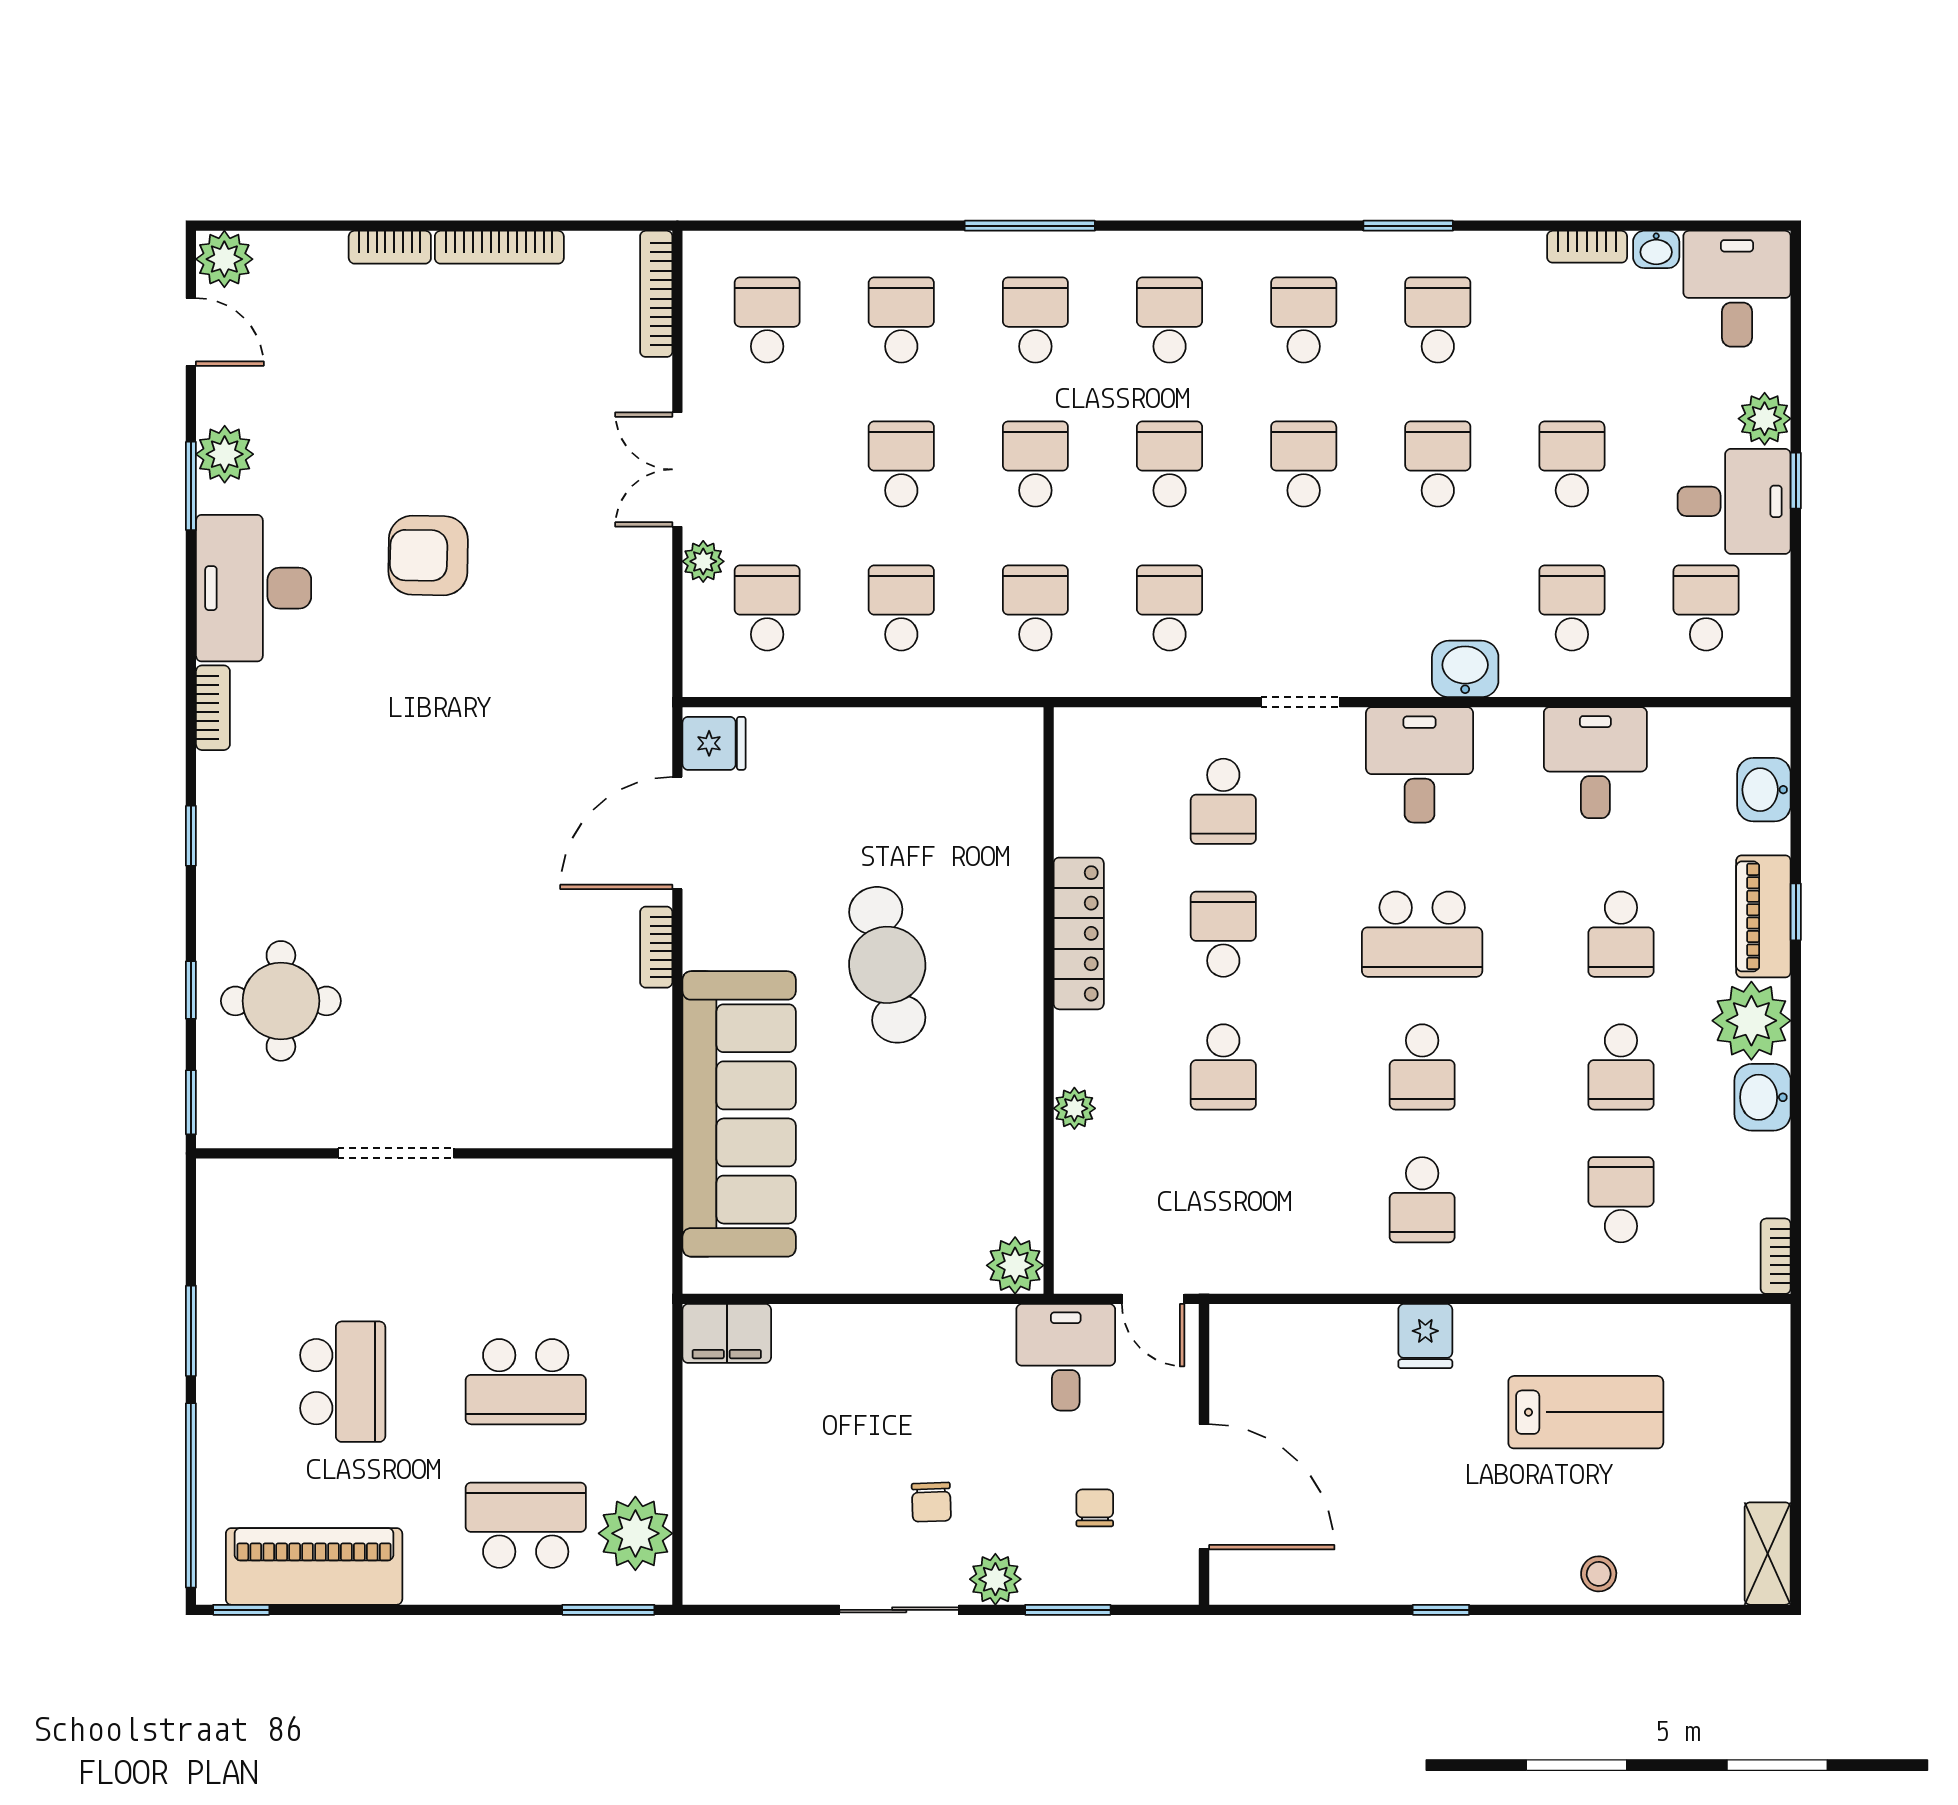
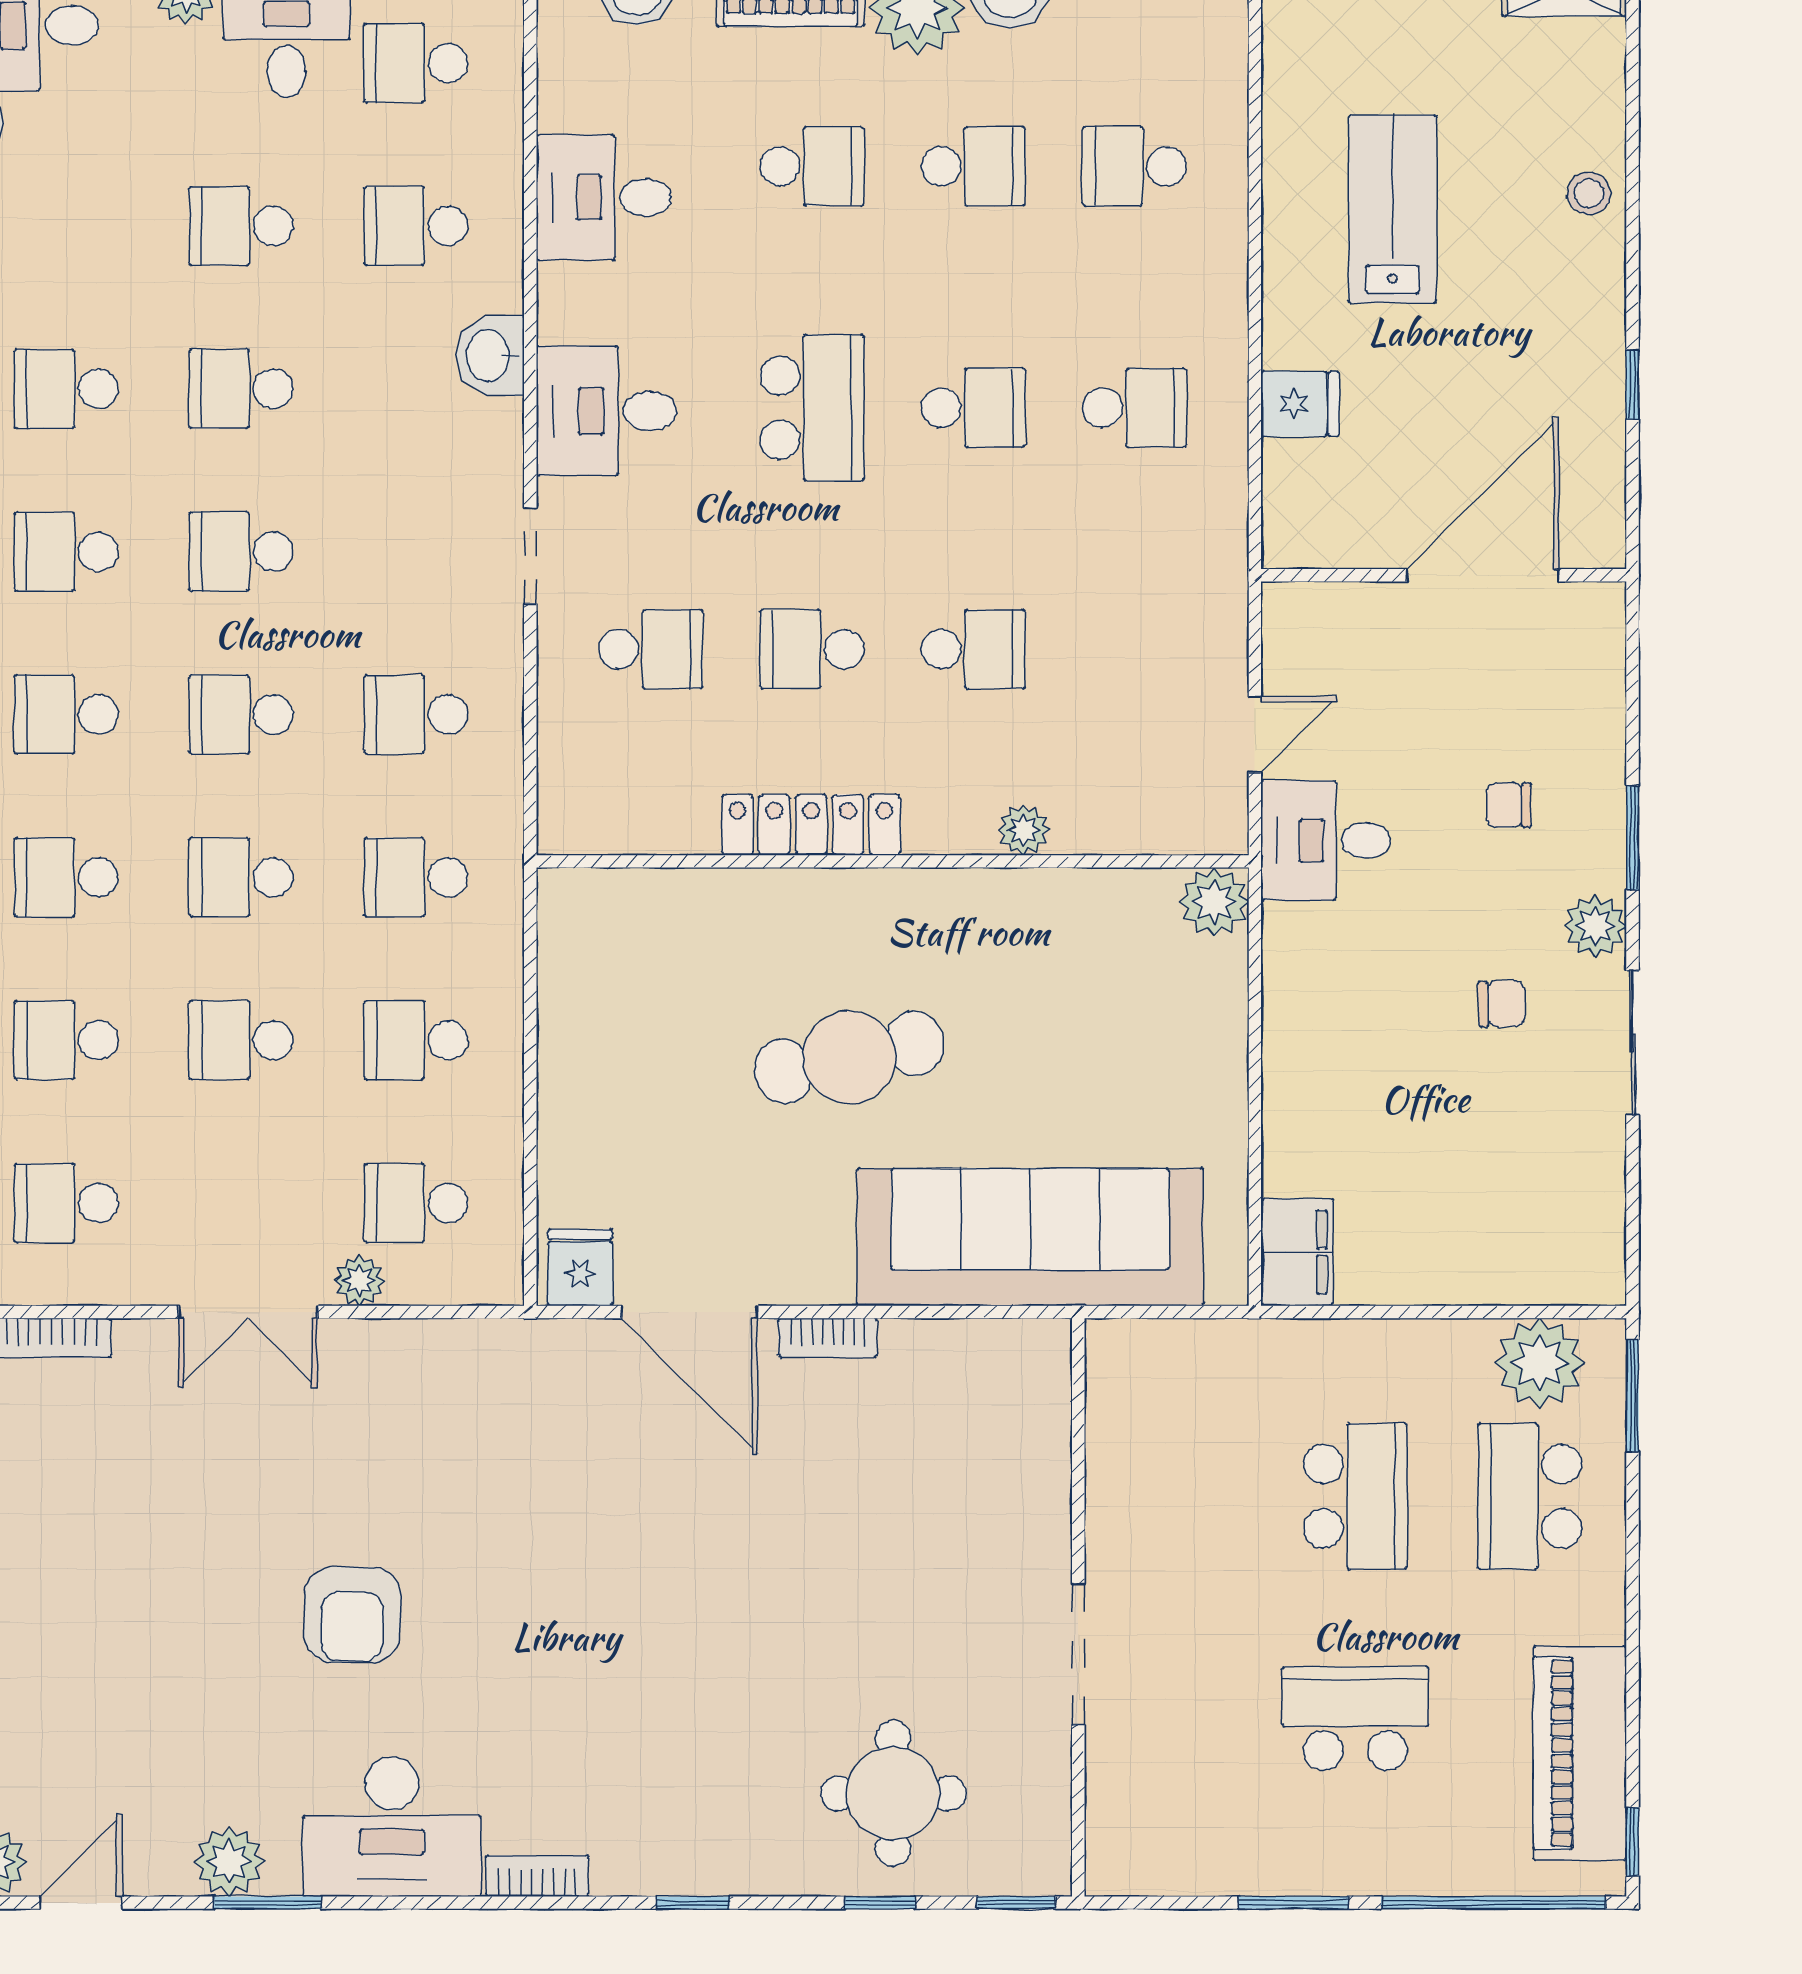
wall: (1204, 1454) -> (1444, 575), moved
door: (1204, 1487) -> (1483, 575), moved

